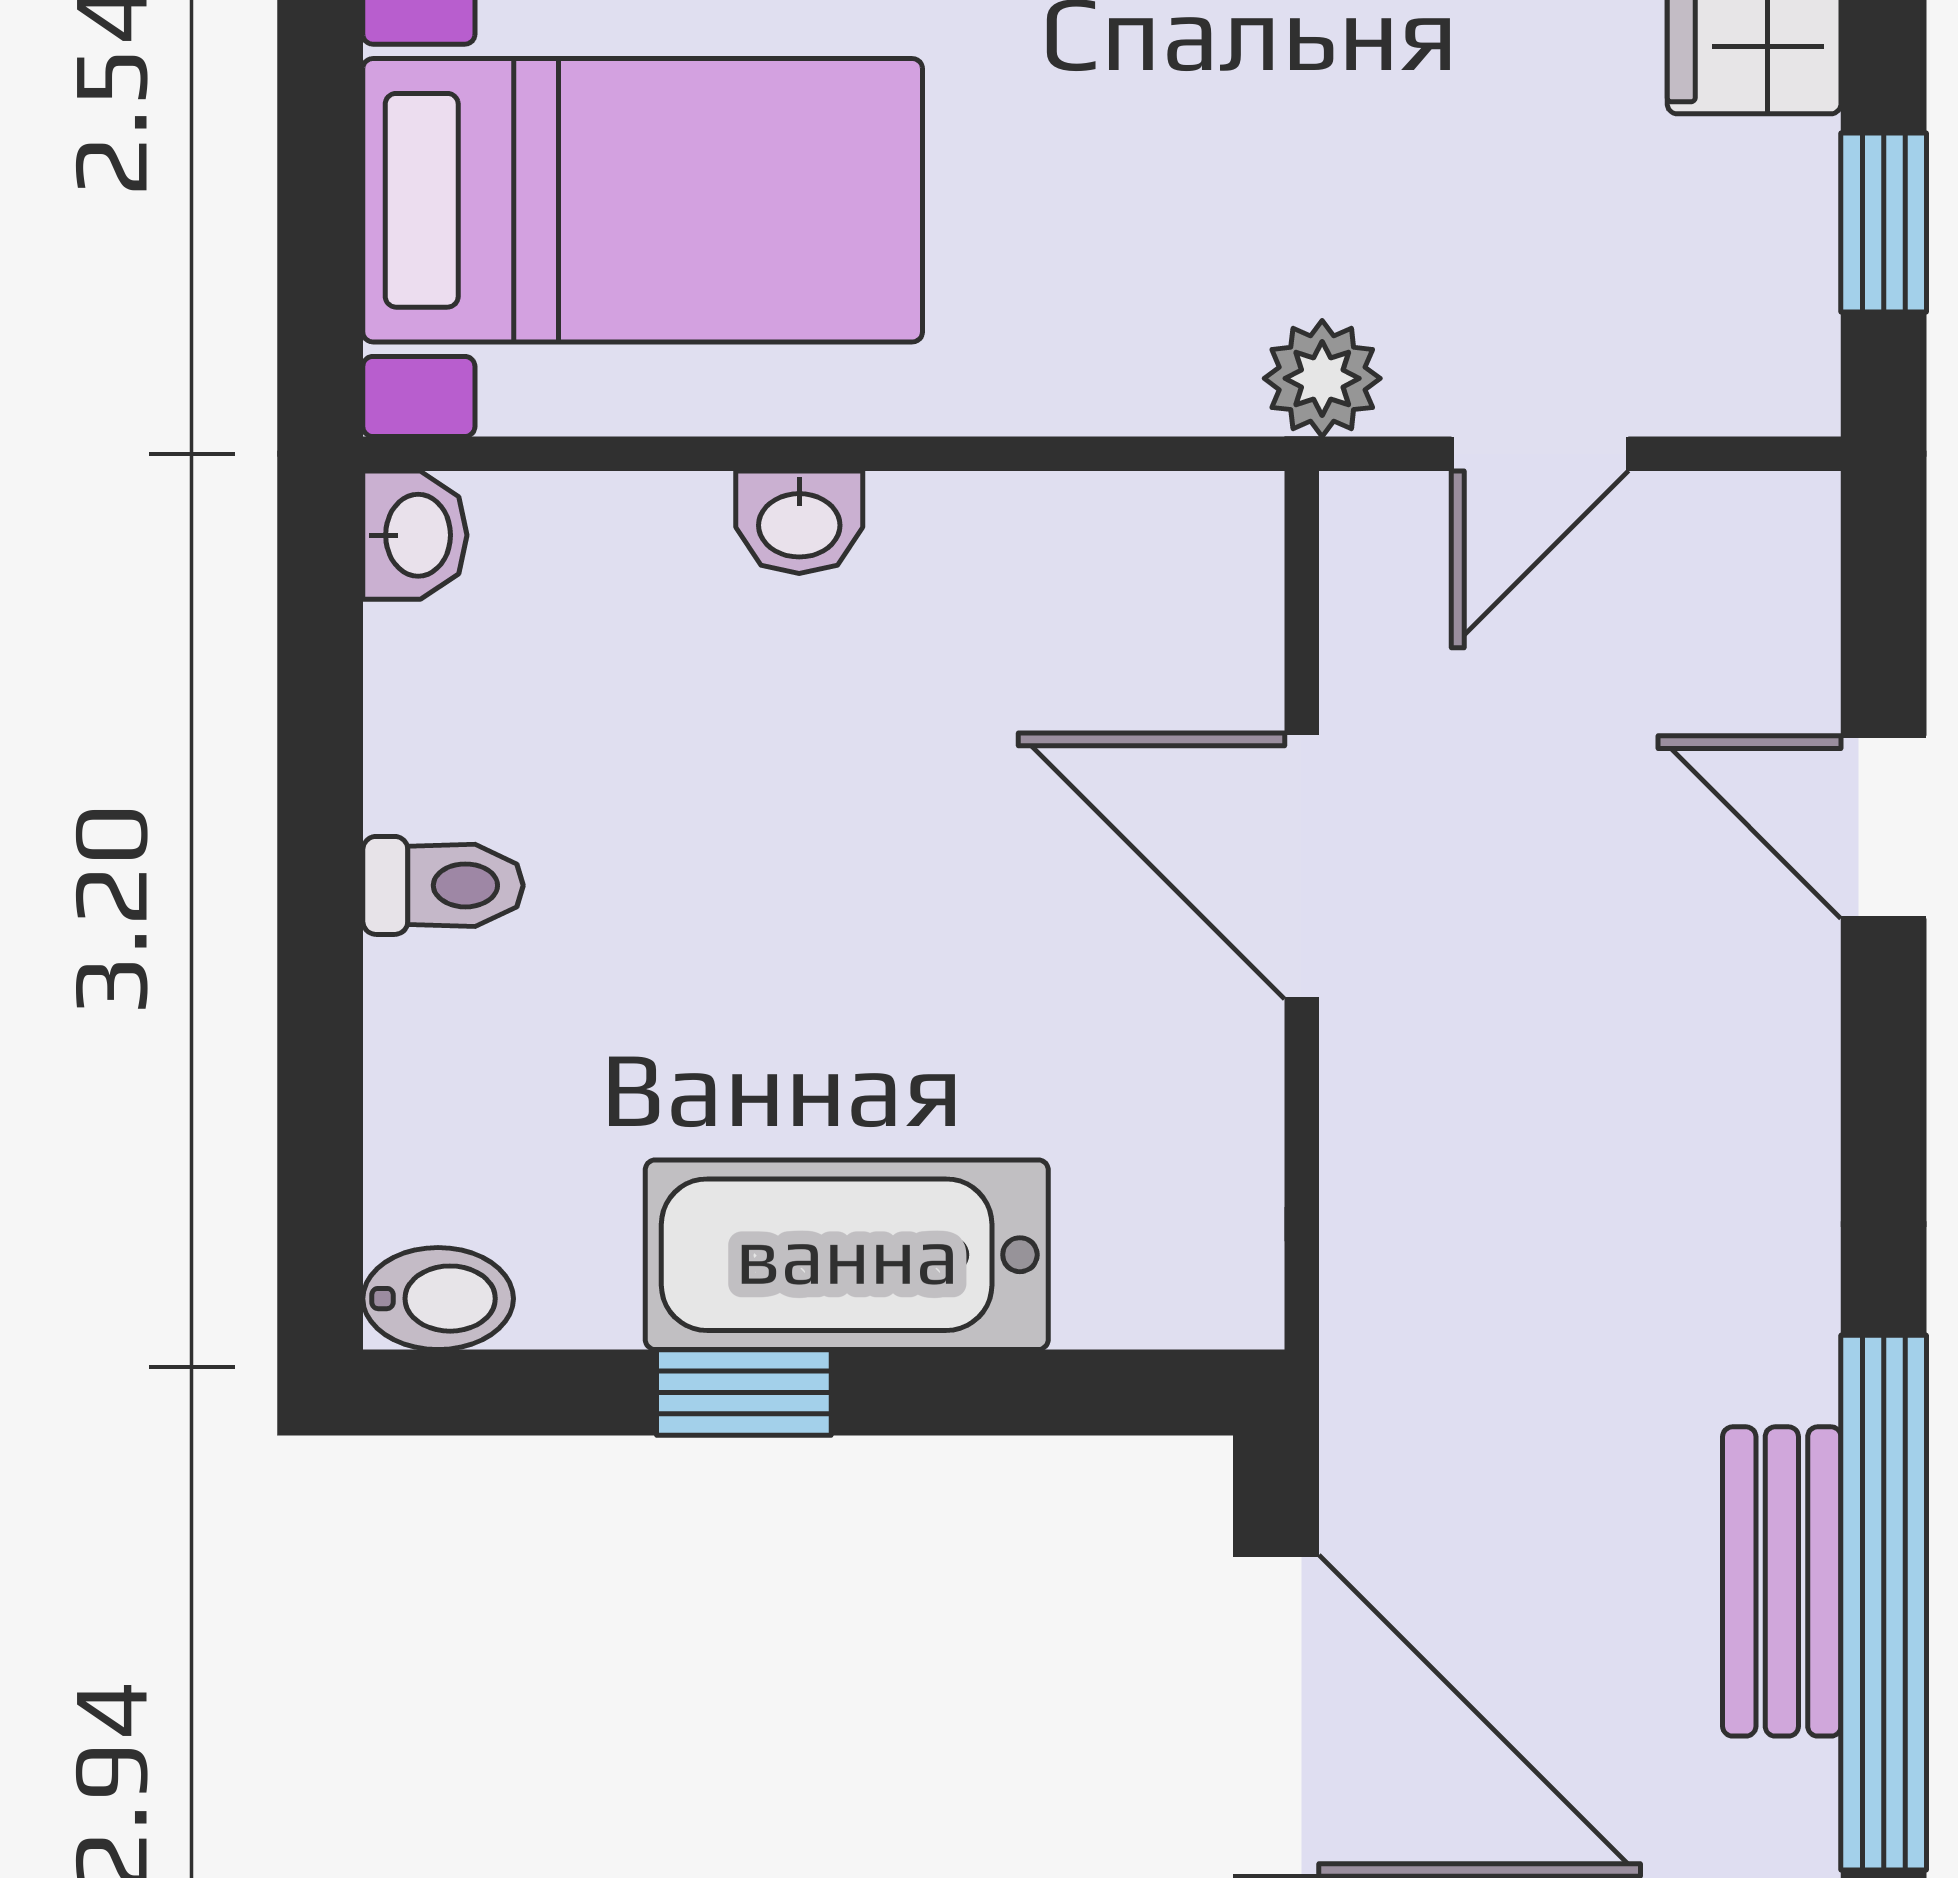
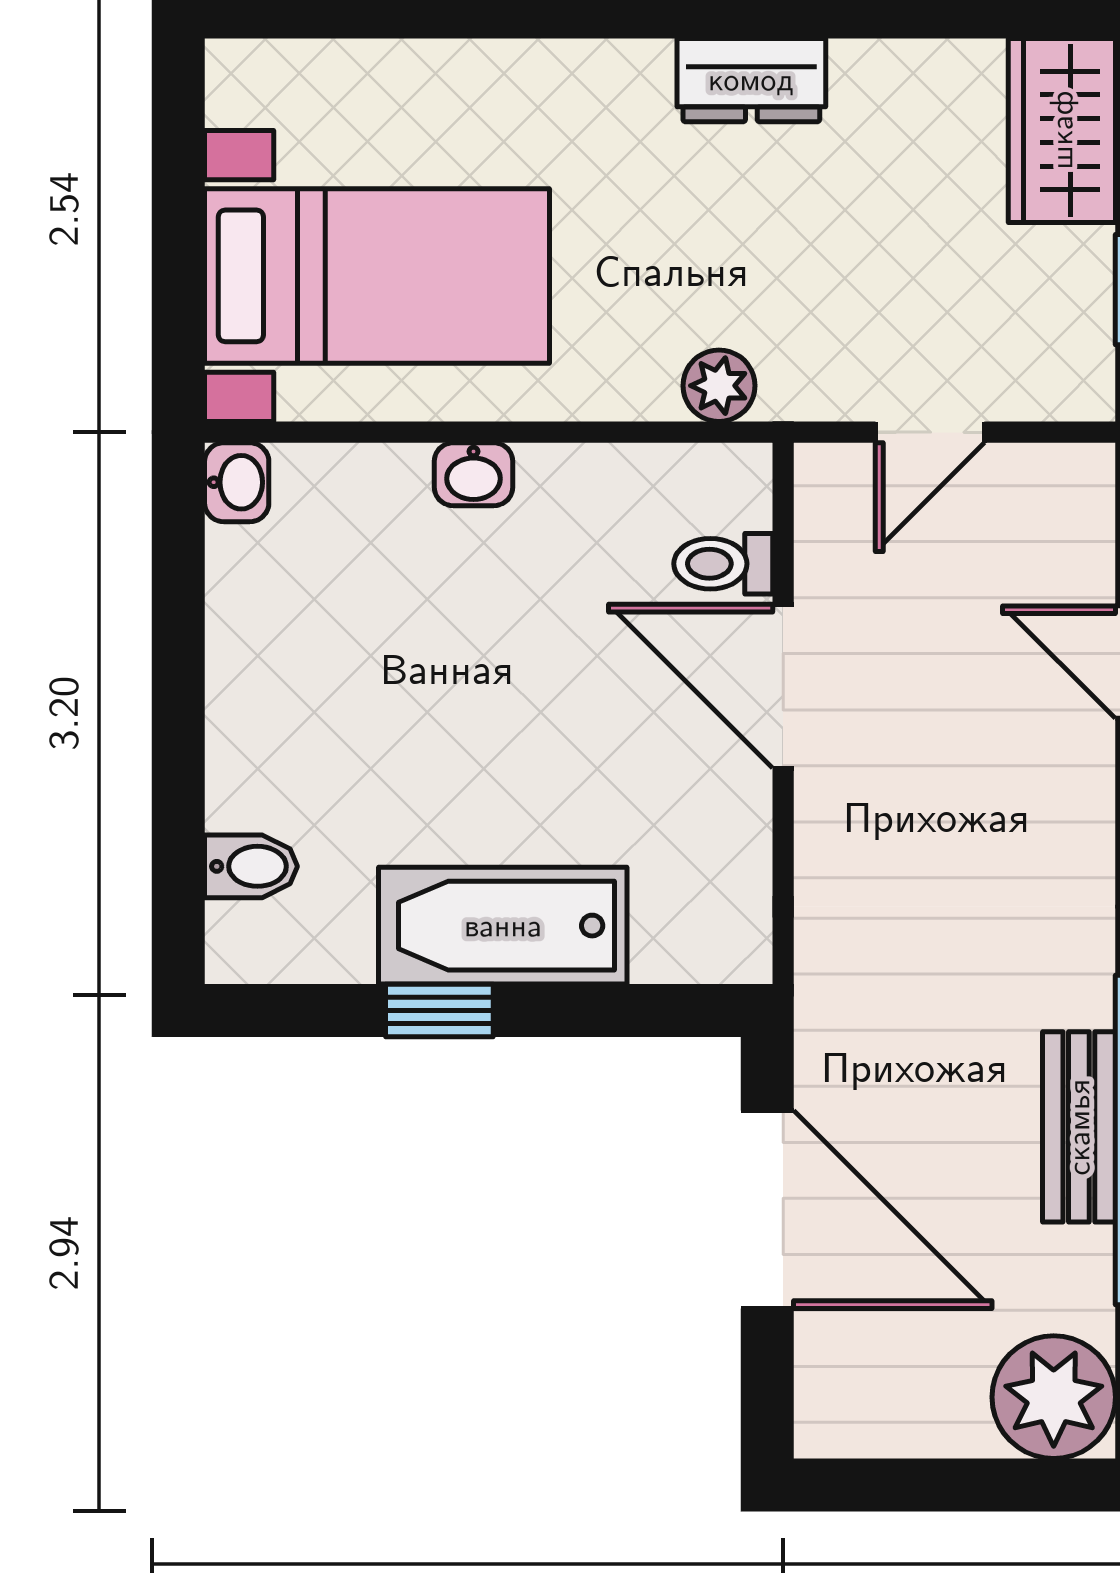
plant: (1322, 378) -> (719, 386), moved
toilet: (443, 885) -> (723, 564), moved, turned 180
bidet: (438, 1299) -> (251, 866), moved

